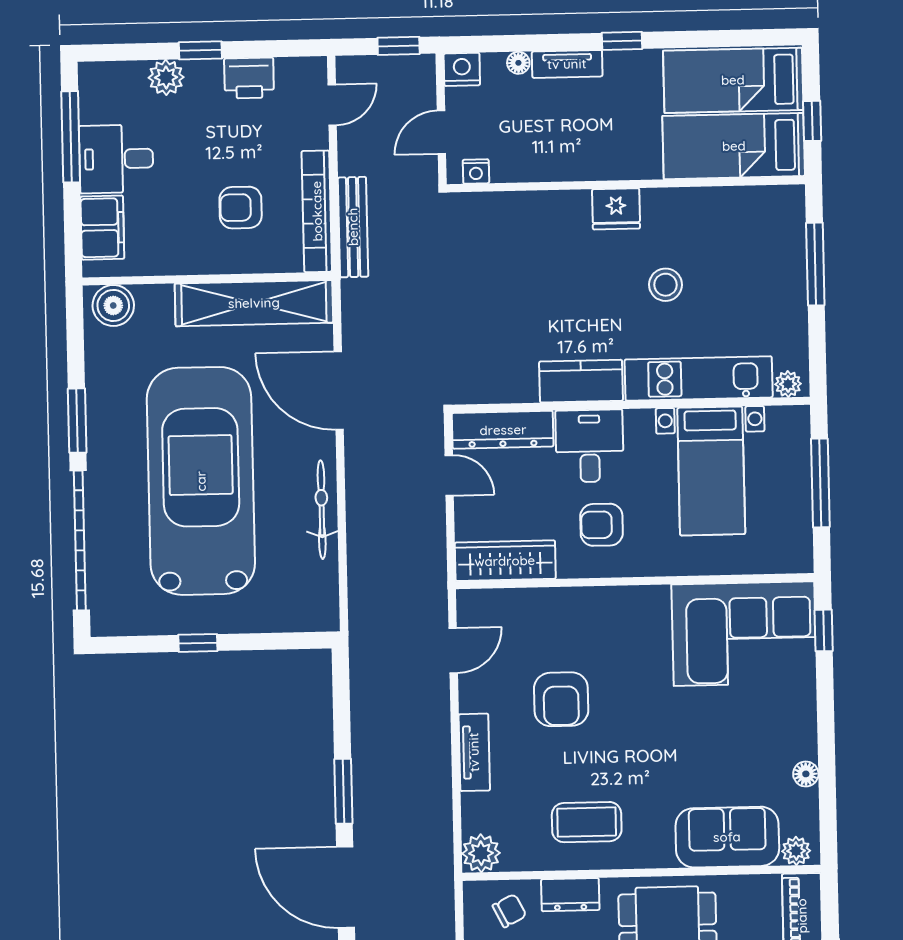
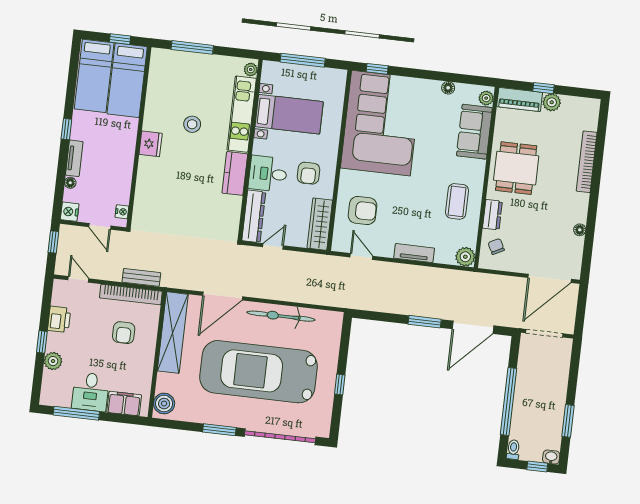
bench: (353, 227) -> (141, 277), width x0.73
bicycle: (322, 510) -> (281, 316), width x1.37, depth x1.40
corner sofa: (744, 634) -> (381, 123), width x1.36, depth x1.36
armchair: (561, 699) -> (363, 211), moved

